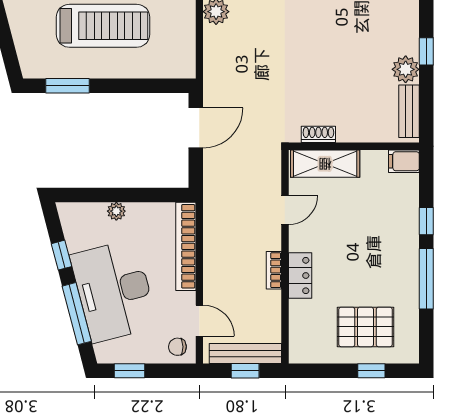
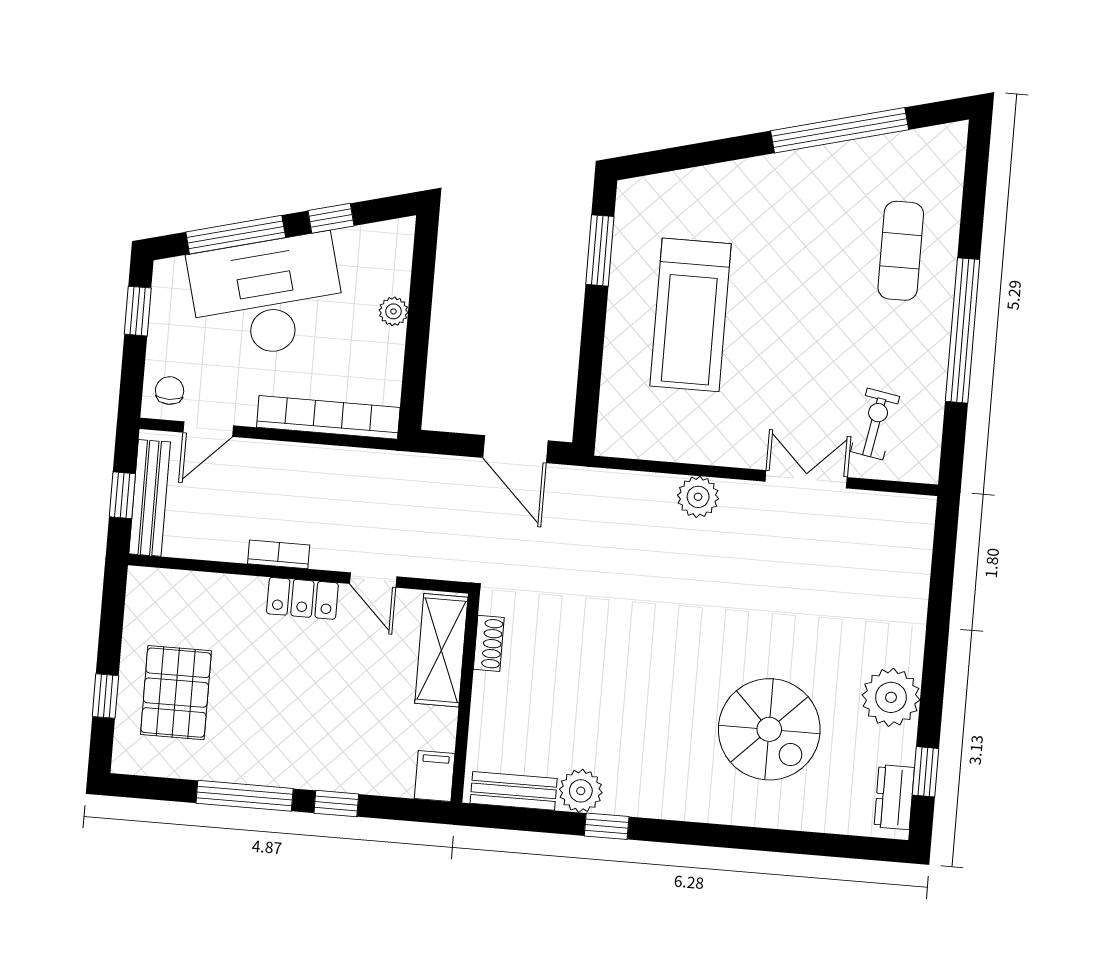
locker: (300, 276) -> (302, 598), moved

